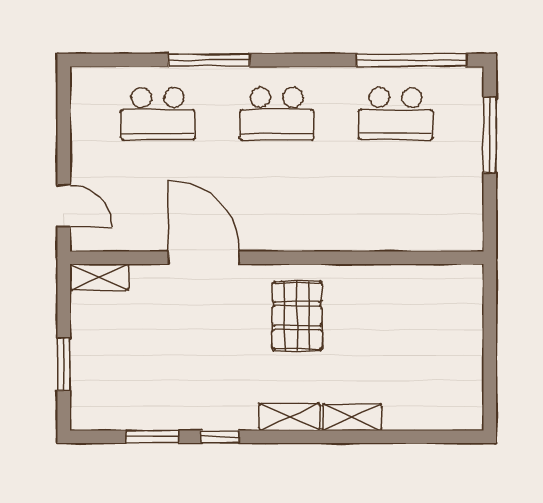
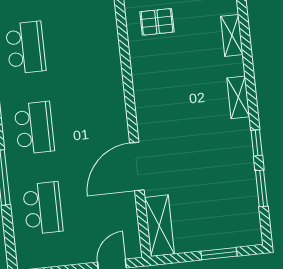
shelving: (99, 277) -> (159, 226), width x1.50, depth x1.33
pallet: (297, 316) -> (157, 22), moved, width x0.67, depth x0.71
shelving: (352, 417) -> (232, 35), moved

